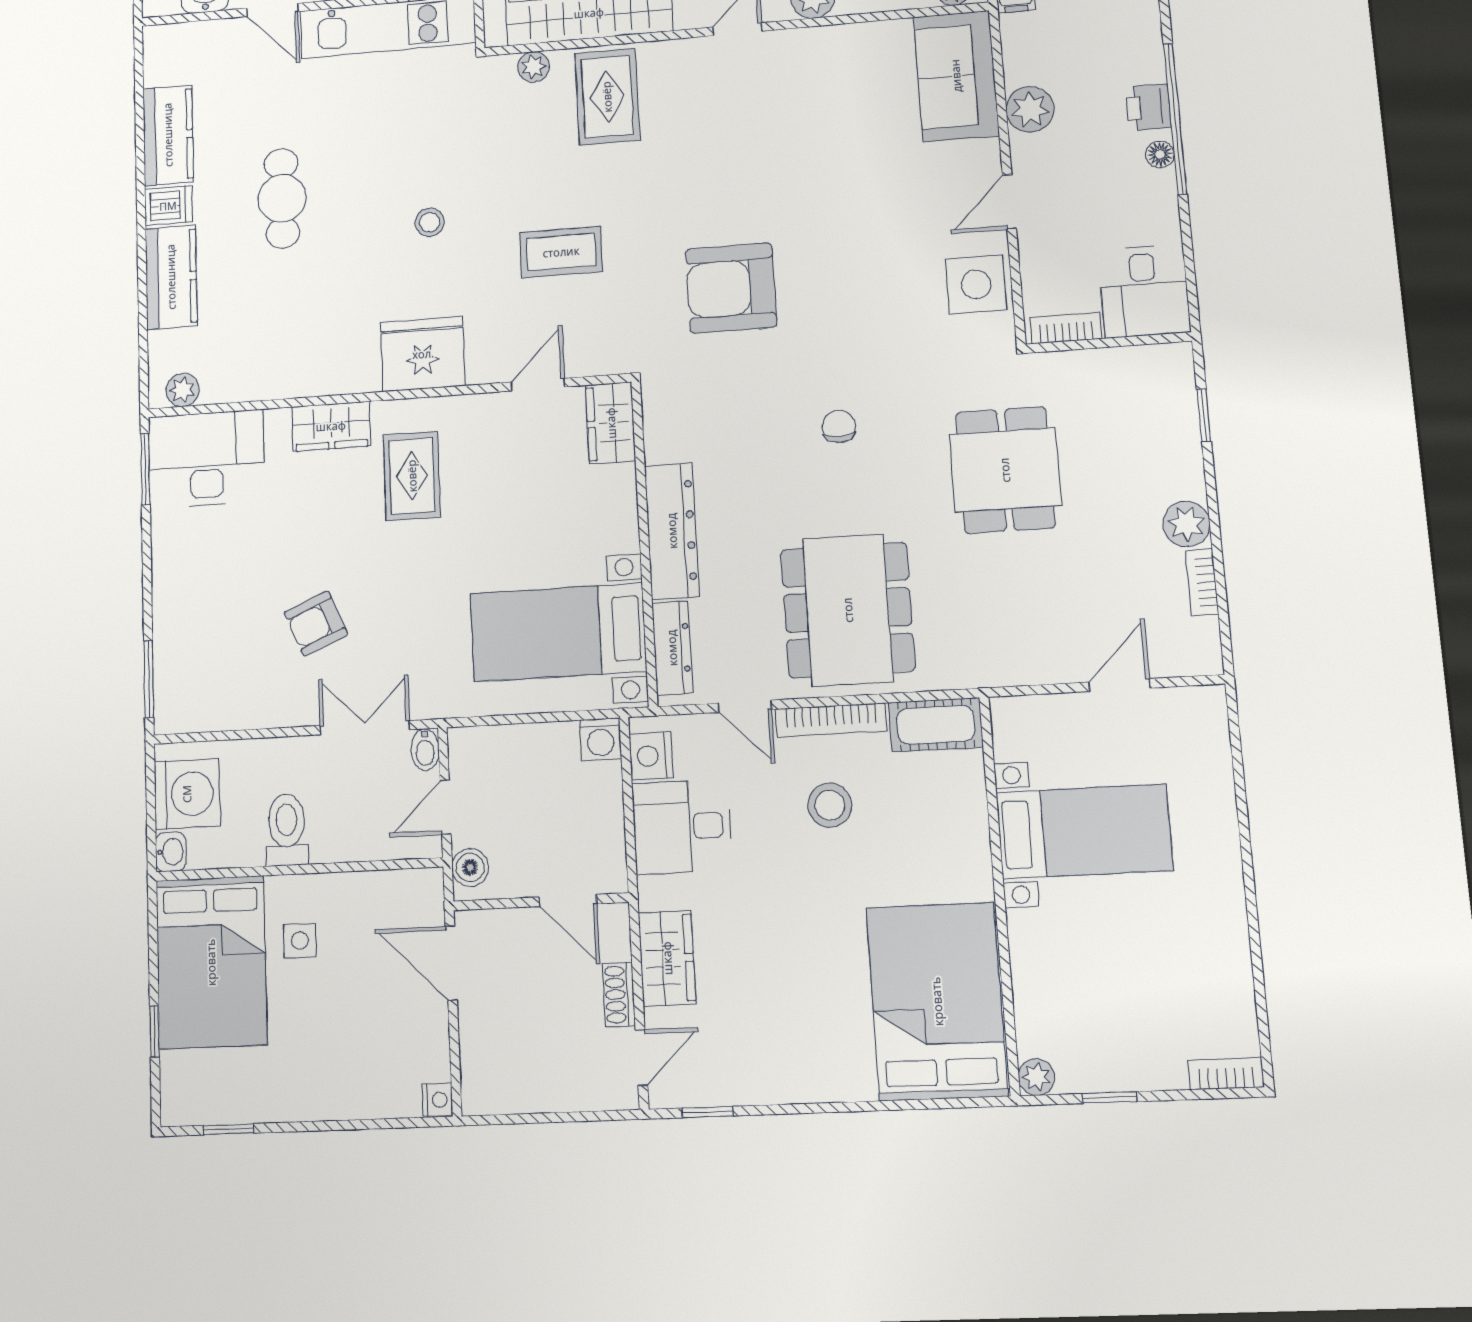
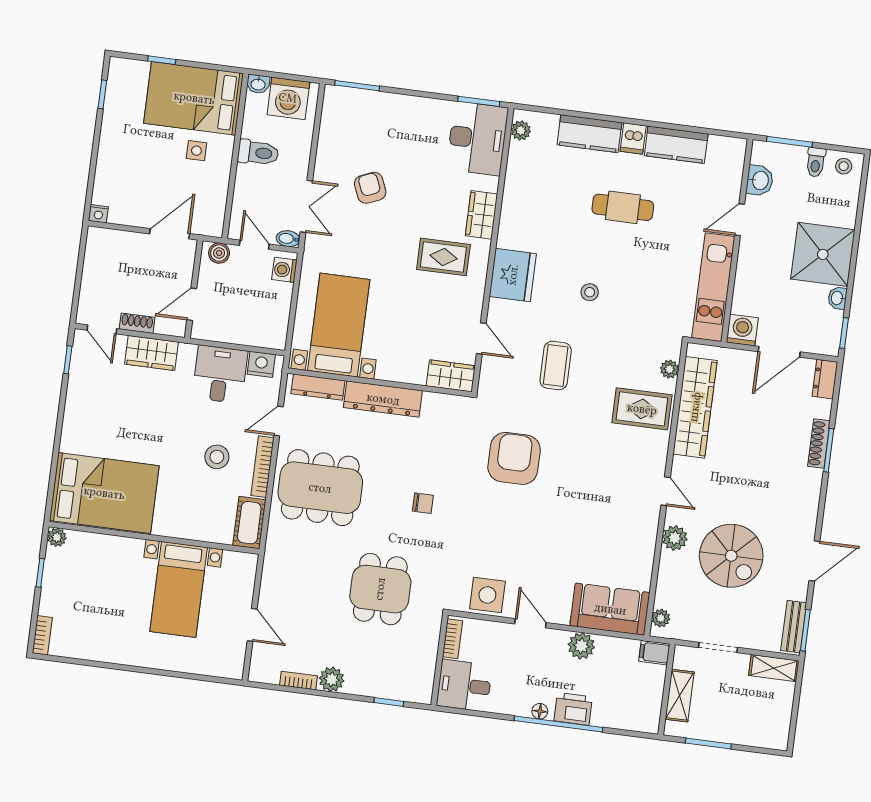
printer: (1148, 107) -> (573, 709), width x1.36, depth x1.24
dining table: (1005, 470) -> (380, 589), turned 90
washing machine: (600, 739) -> (284, 270), moved

